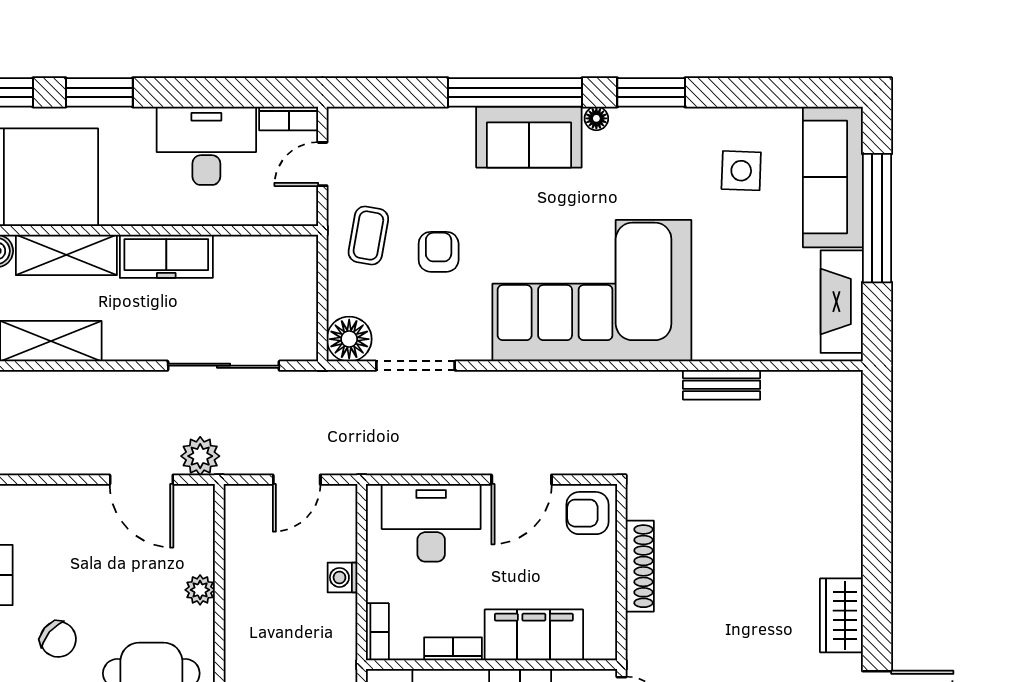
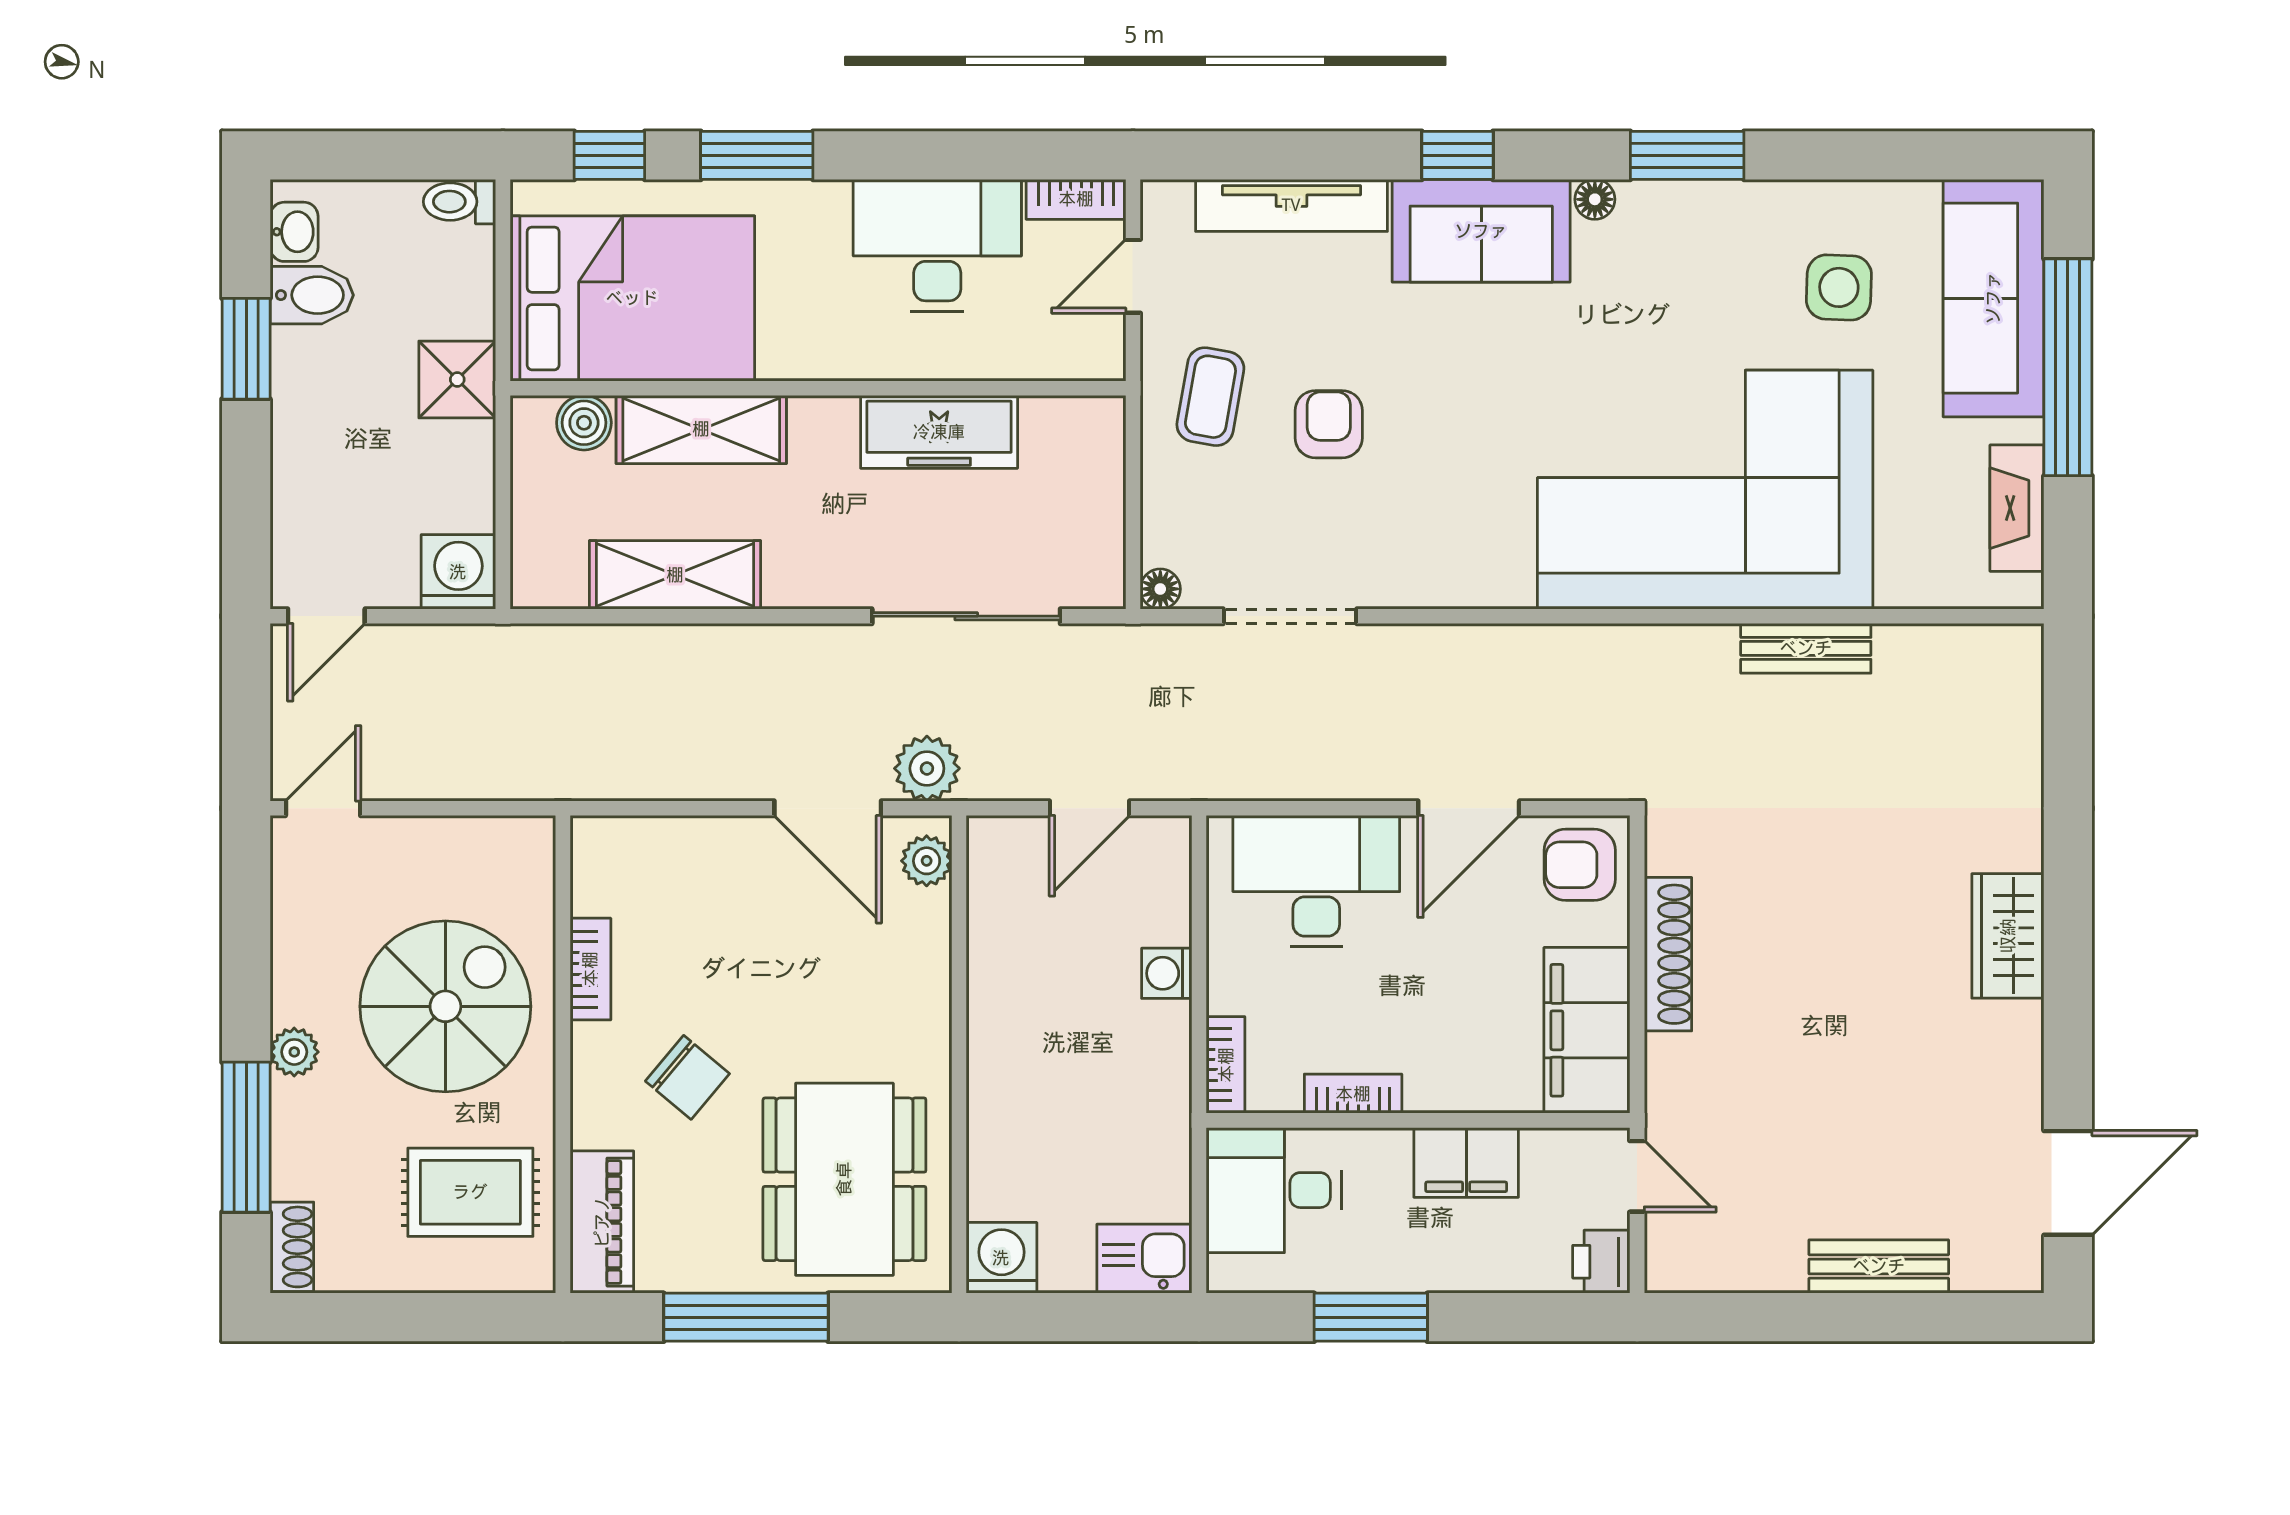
window: (515, 92) -> (1457, 155), width x0.32
tv unit: (416, 122) -> (1291, 205), added
freezer: (166, 256) -> (939, 432), moved
corner sofa: (592, 291) -> (1705, 490), moved
fireplace: (842, 302) -> (2017, 508), width x0.73, depth x0.76
floor lamp: (349, 339) -> (1160, 589), width x0.53, depth x0.53
plant: (200, 590) -> (927, 861), moved
wardrobe: (841, 615) -> (2008, 936), moved
filing cabinet: (534, 635) -> (1587, 1030), moved, turned -90

